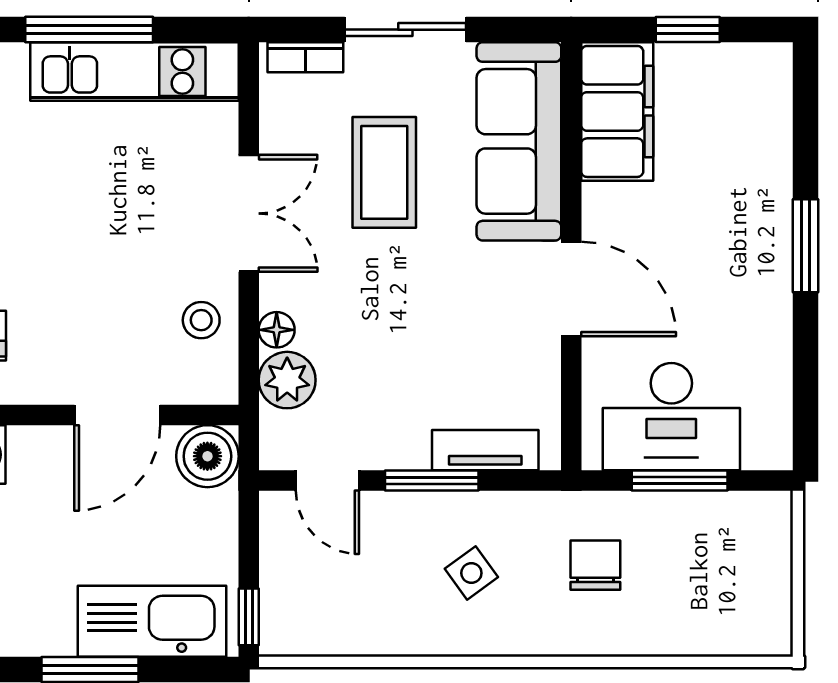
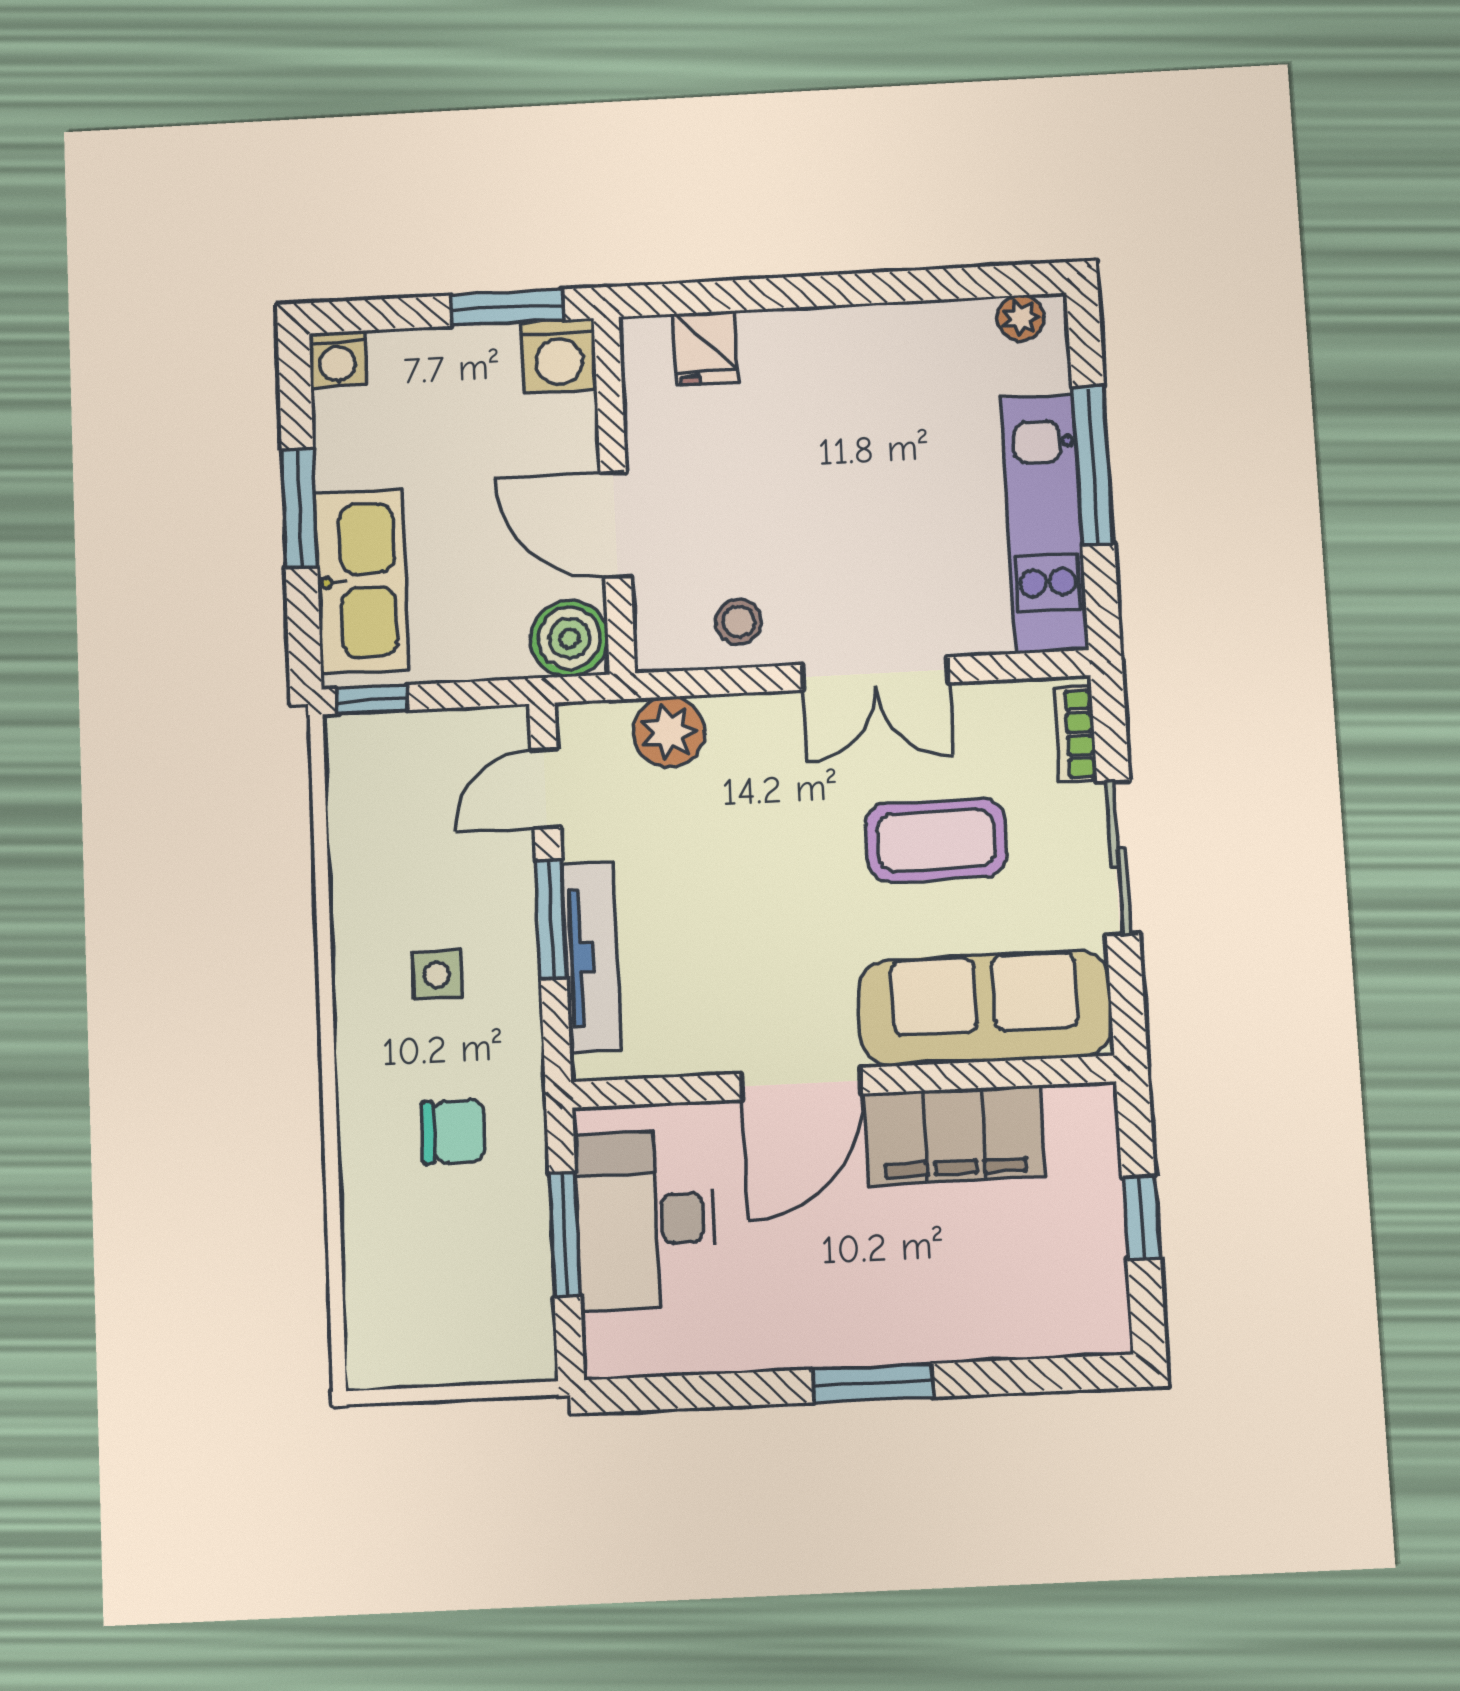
filing cabinet: (617, 111) -> (954, 1135), moved
floor lamp: (277, 330) -> (731, 716), removed
tv unit: (485, 450) -> (591, 957), width x1.41
side table: (471, 573) -> (437, 975), turned 36

